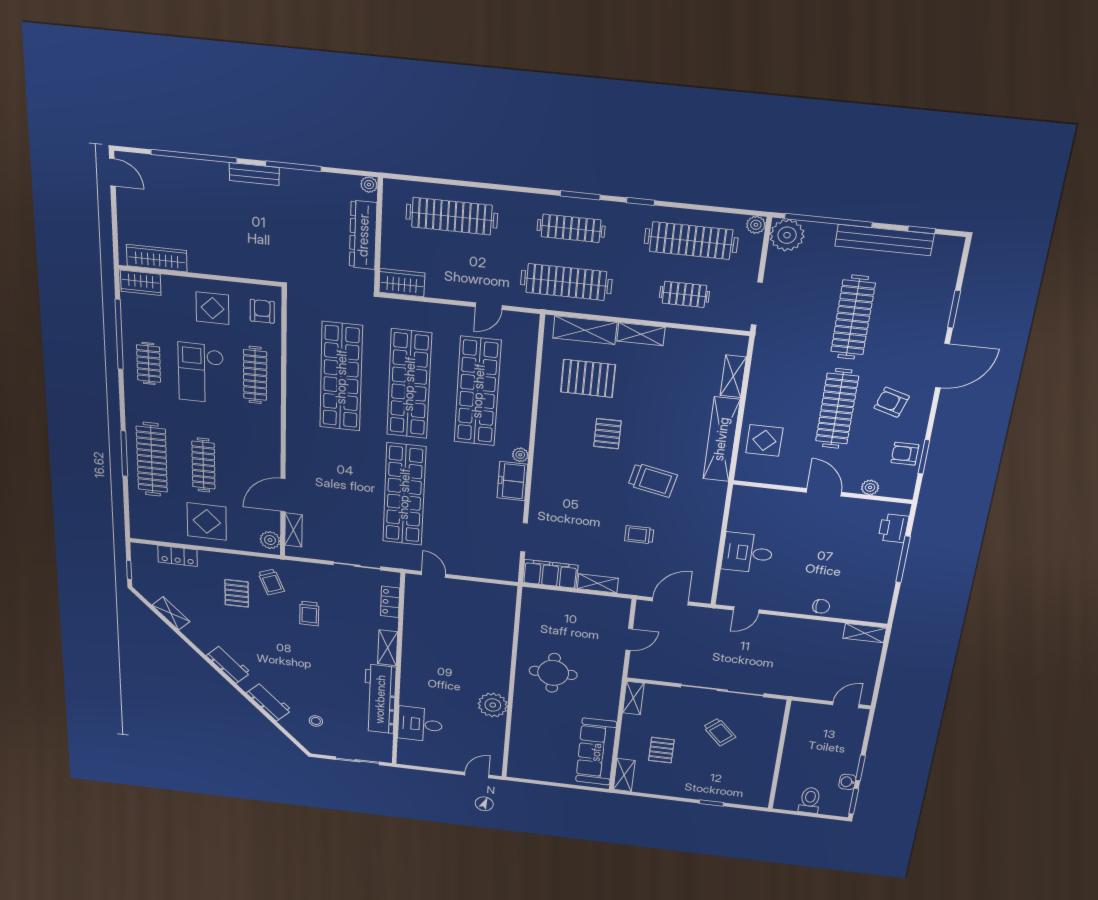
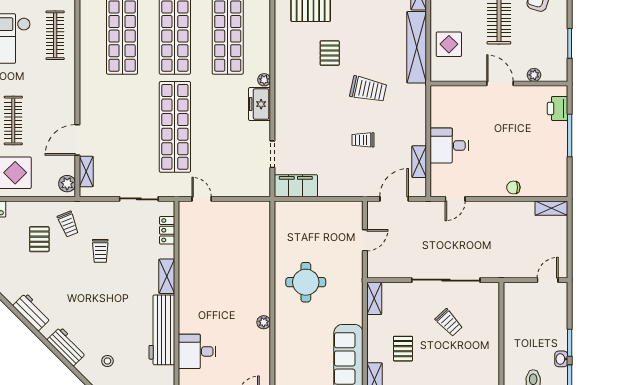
armchair: (905, 454) -> (555, 43), removed
shelving: (598, 583) -> (419, 162), moved, turned 90
chair: (821, 606) -> (513, 187), turned 180
plant: (493, 705) -> (264, 322), width x0.53, depth x0.53

